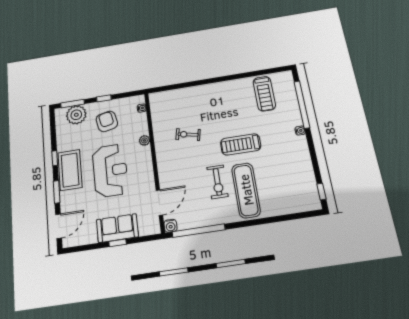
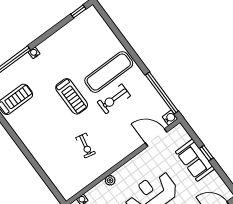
exercise bike: (217, 182) -> (114, 99), turned 180

